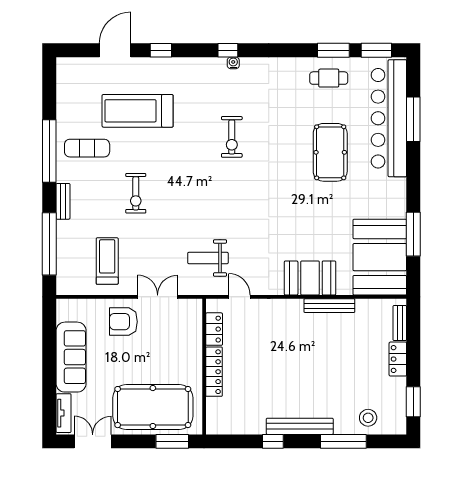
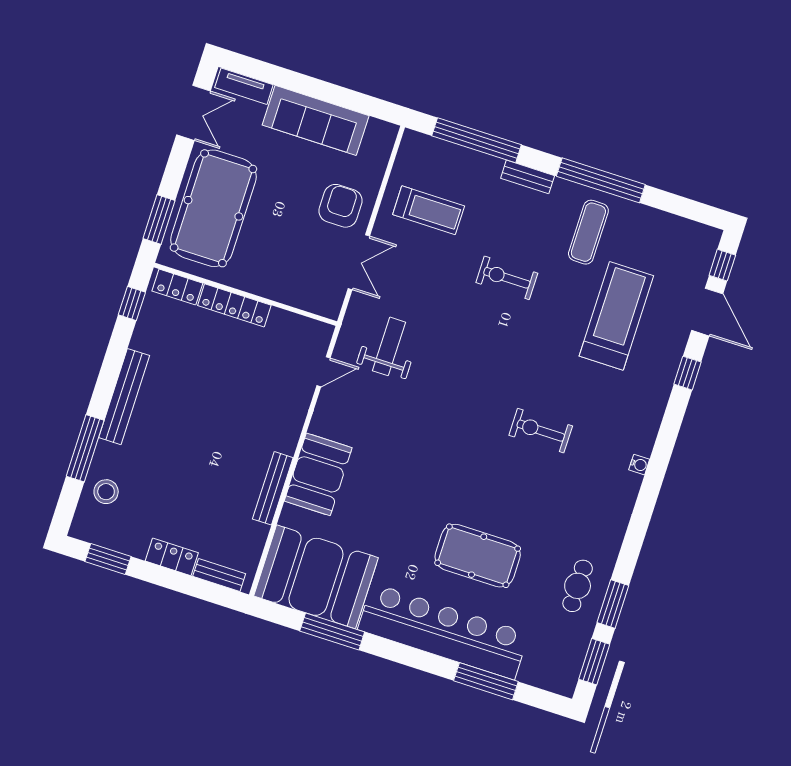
window: (228, 50) -> (722, 265), moved
bar counter: (389, 118) -> (443, 631), moved
locker: (214, 329) -> (177, 287), moved
window: (273, 441) -> (132, 303), moved

